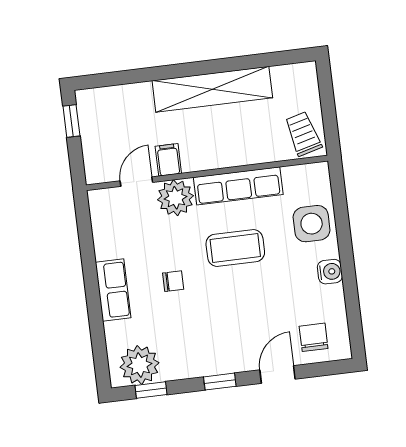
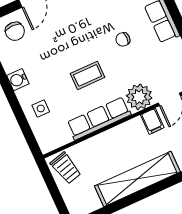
side table: (312, 224) -> (41, 108), width x0.54, depth x0.54
coffee table: (235, 248) -> (88, 75), width x0.73, depth x0.77

